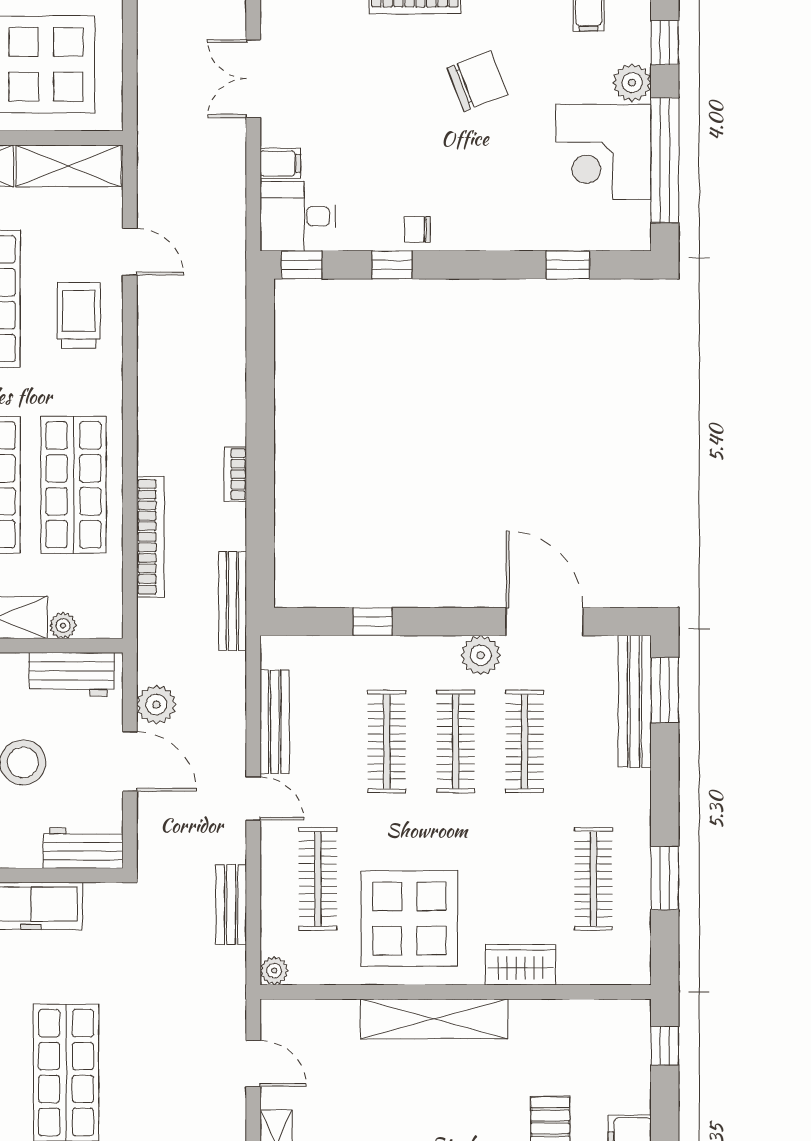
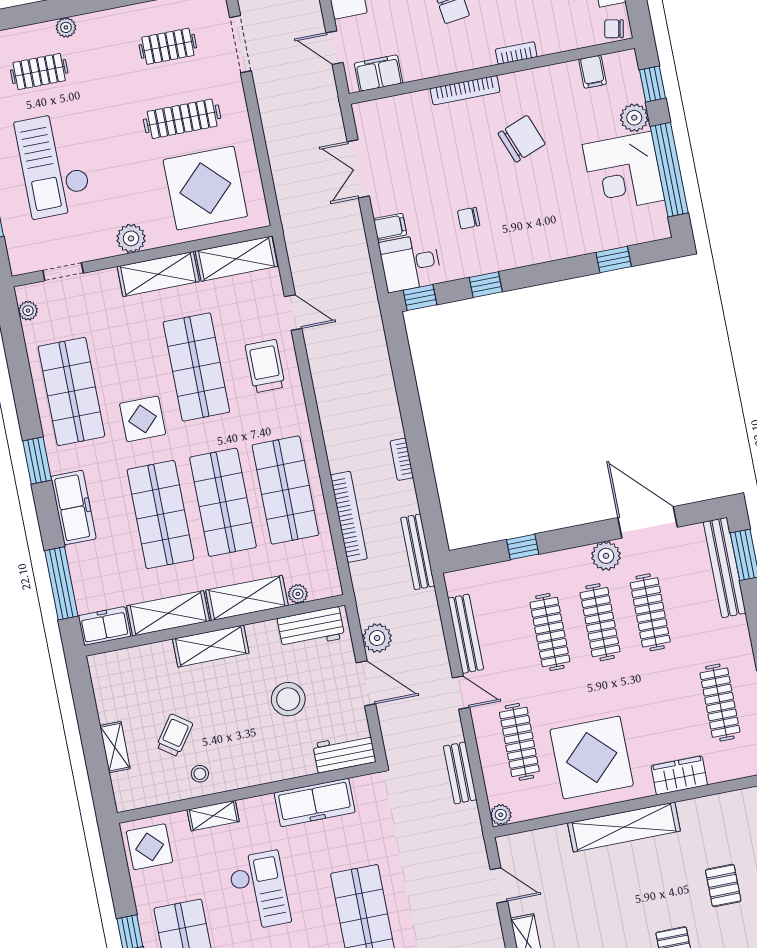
chair: (417, 229) -> (469, 218), moved

